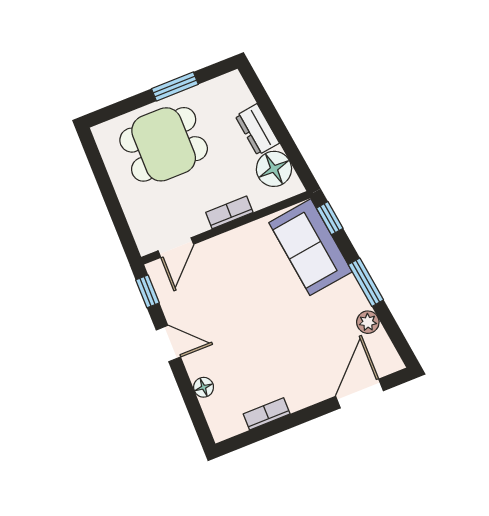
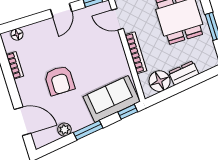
bookcase: (229, 212) -> (136, 53), width x1.56
armchair: (286, 337) -> (60, 80), added
floor lamp: (204, 387) -> (17, 34), moved

